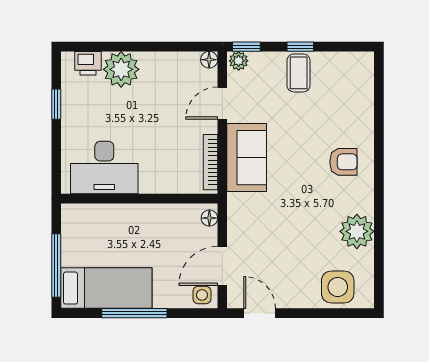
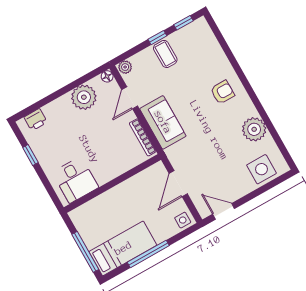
window: (246, 47) -> (184, 23), moved
plant: (121, 69) -> (84, 97), moved
desk: (104, 168) -> (75, 180), width x0.73
floor lamp: (209, 218) -> (161, 171), removed
door: (222, 266) -> (178, 184), moved

